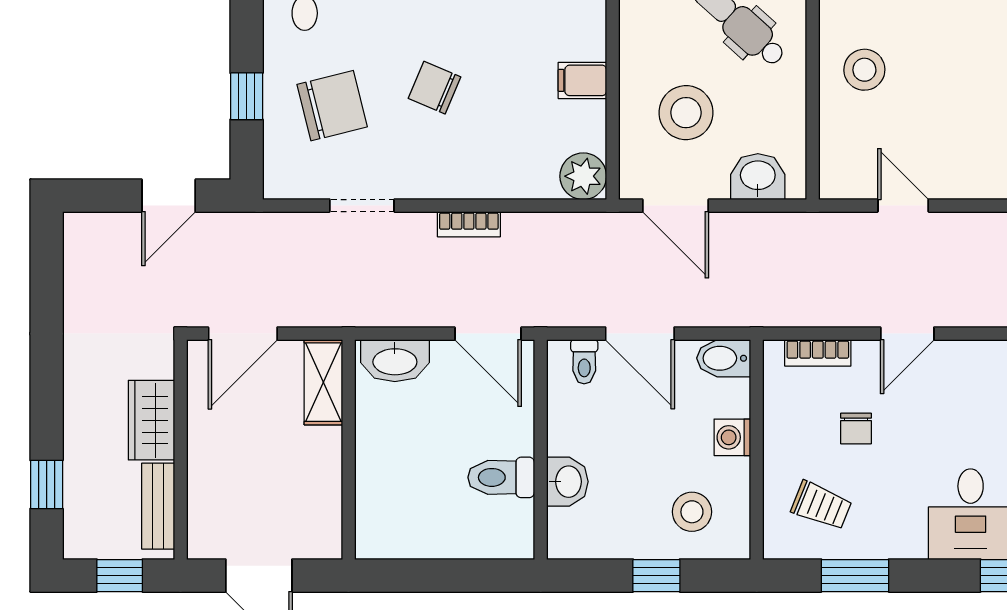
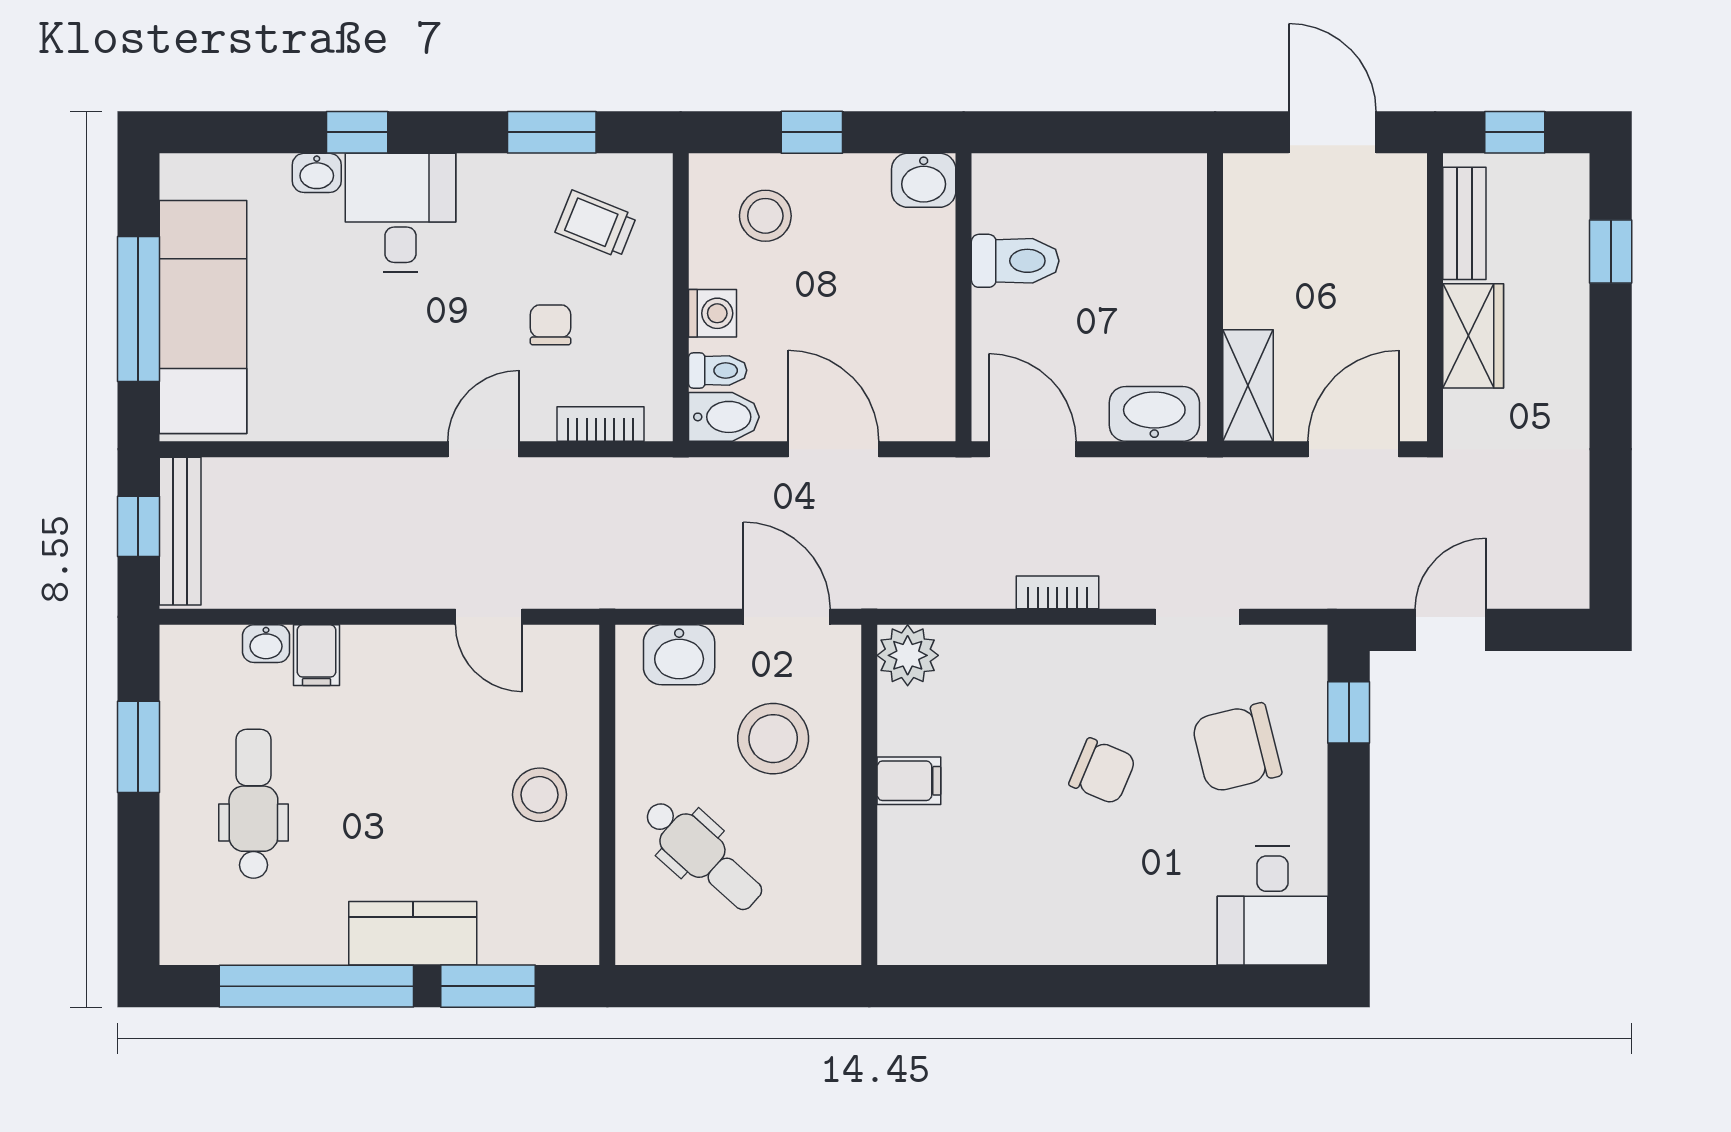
window: (247, 96) -> (1349, 712), moved
toilet: (584, 362) -> (718, 370), moved, turned 90
washbasin: (567, 482) -> (924, 180), moved, turned -90

